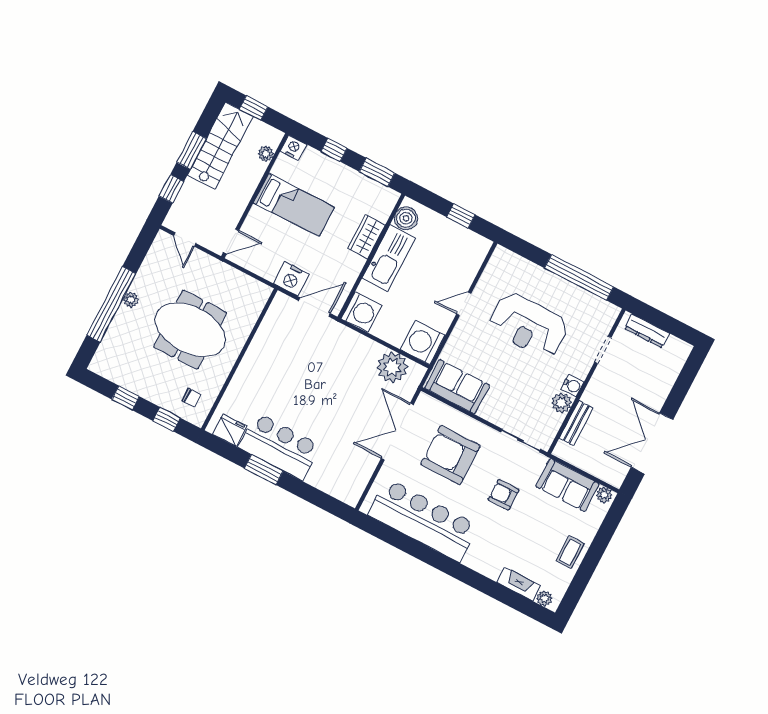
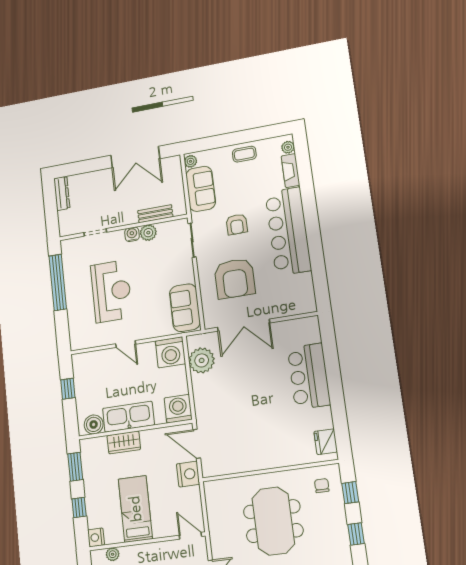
dresser: (647, 331) -> (62, 193), moved
bar counter: (279, 446) -> (309, 376), moved
window: (264, 470) -> (337, 397), removed
bar counter: (423, 520) -> (288, 231), moved

